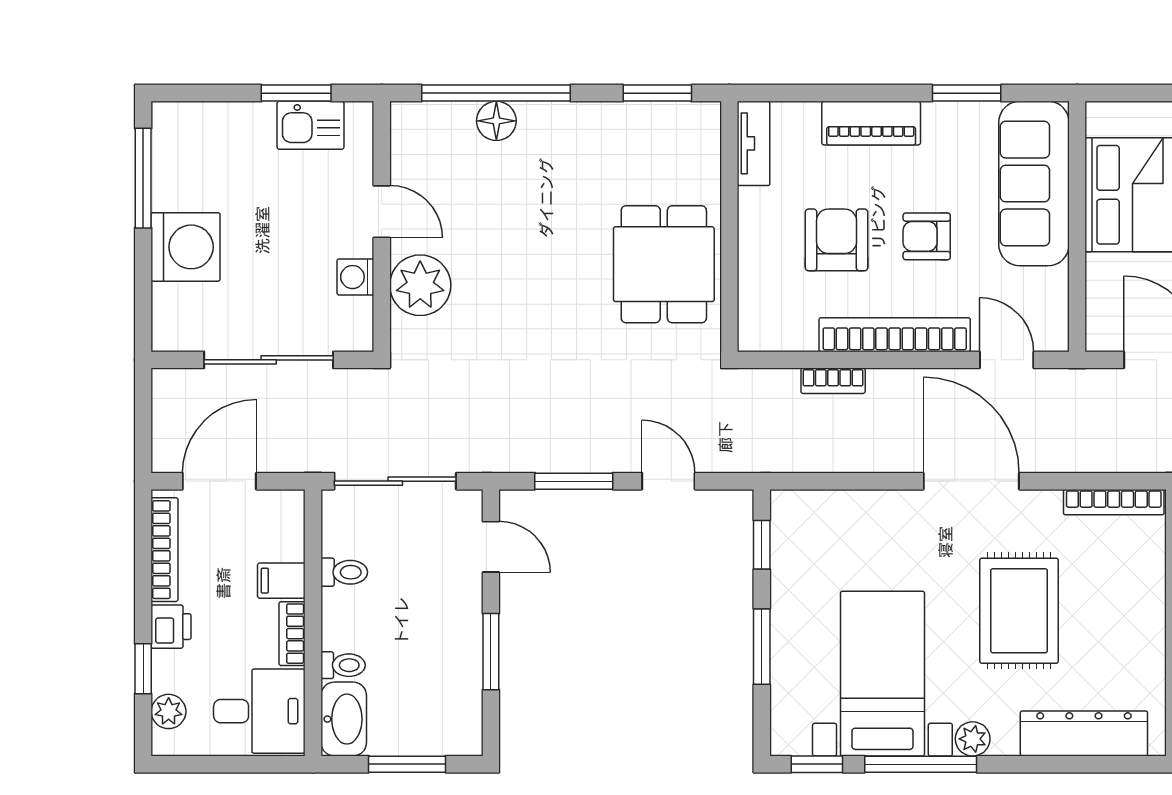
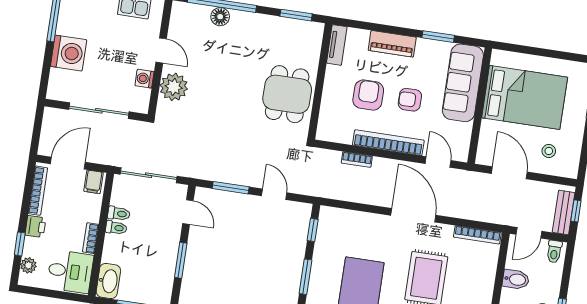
filing cabinet: (281, 581) -> (94, 182), moved, turned -90
toilet: (343, 665) -> (116, 228), moved

